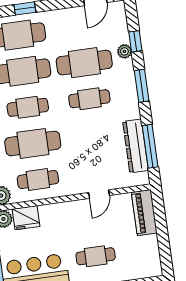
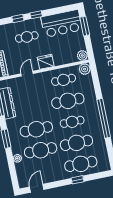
window: (135, 41) -> (11, 165), removed
cafe table: (89, 99) -> (36, 129), width x1.37, depth x1.35
fridge: (26, 218) -> (46, 62), moved

